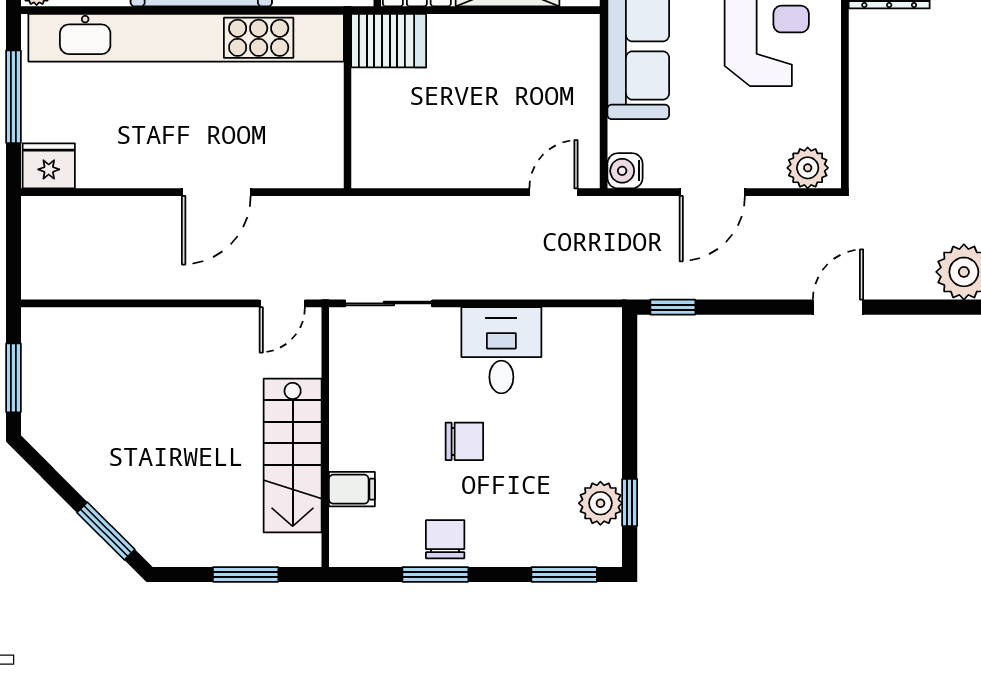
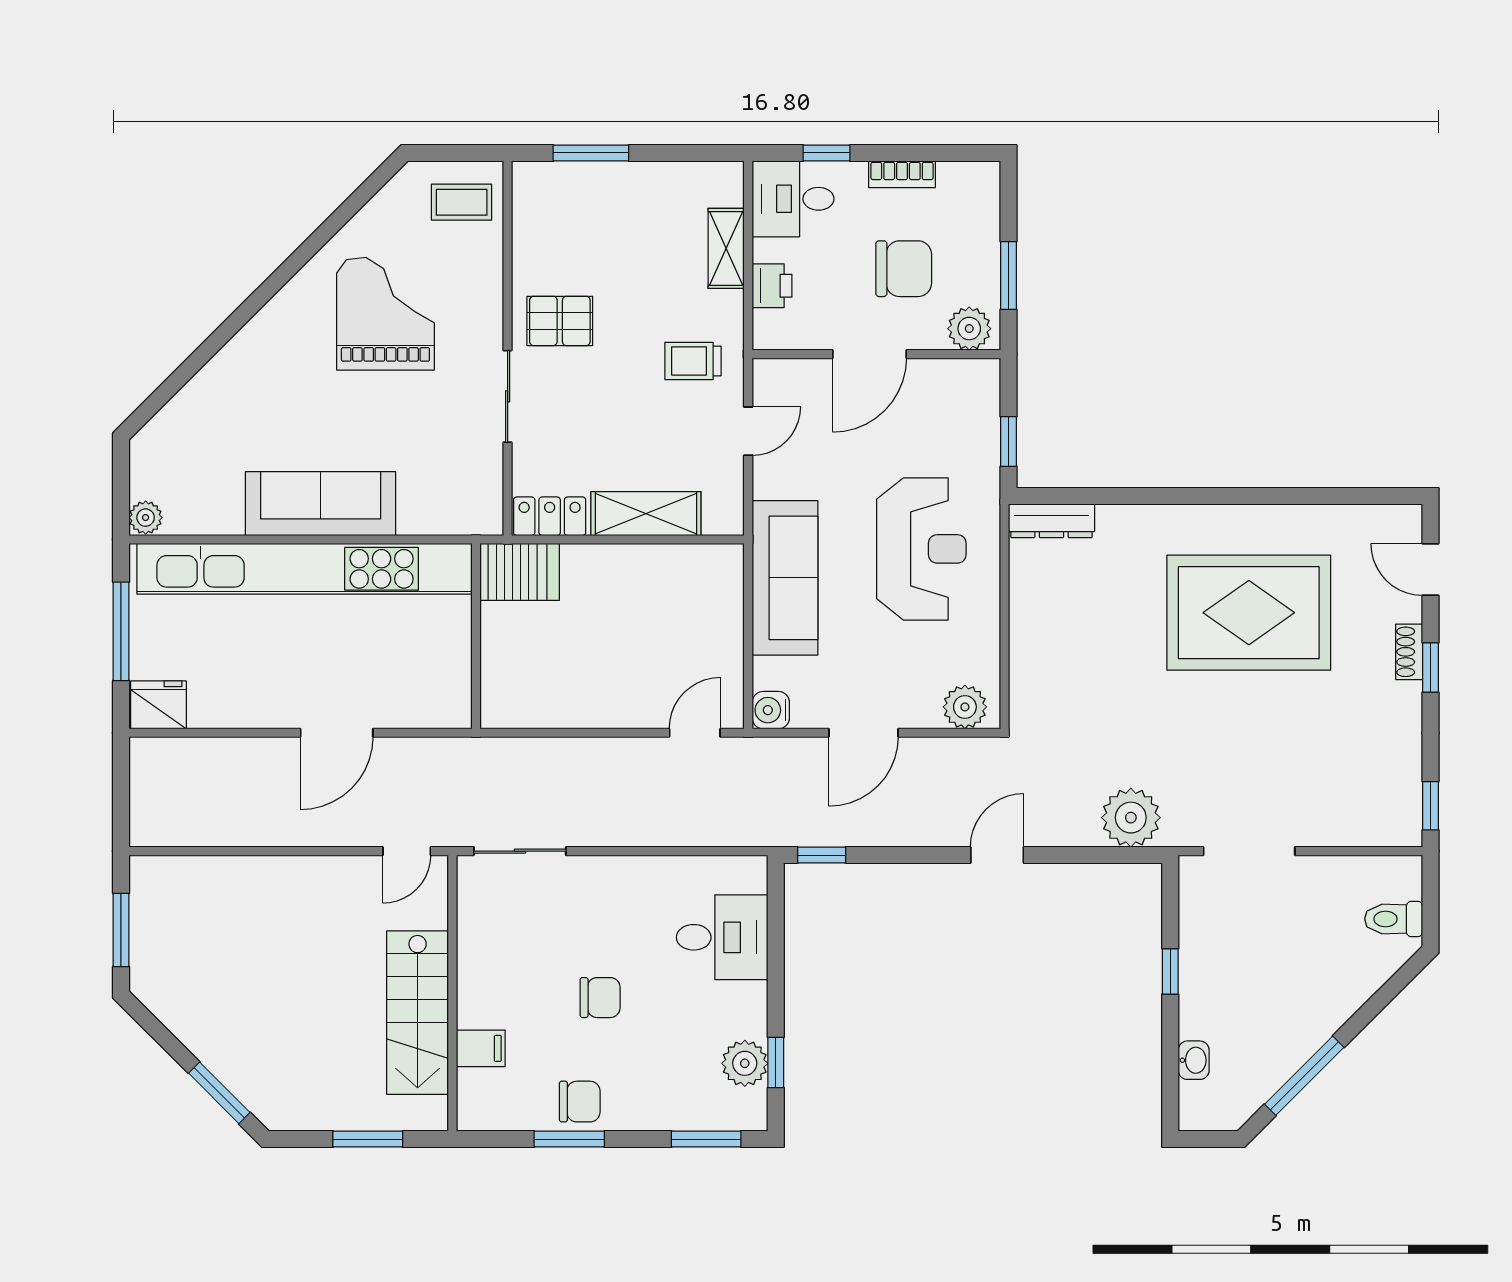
desk: (501, 350) -> (722, 937), moved, turned 90
chair: (445, 539) -> (580, 1102), turned 90

